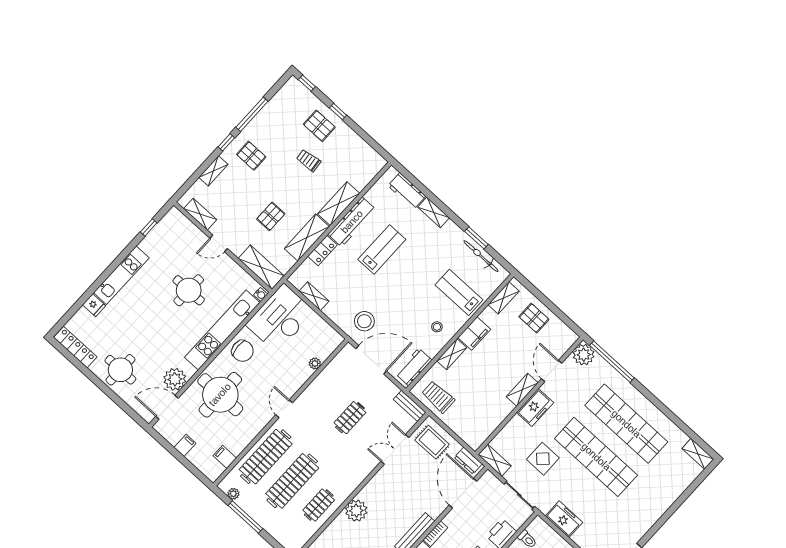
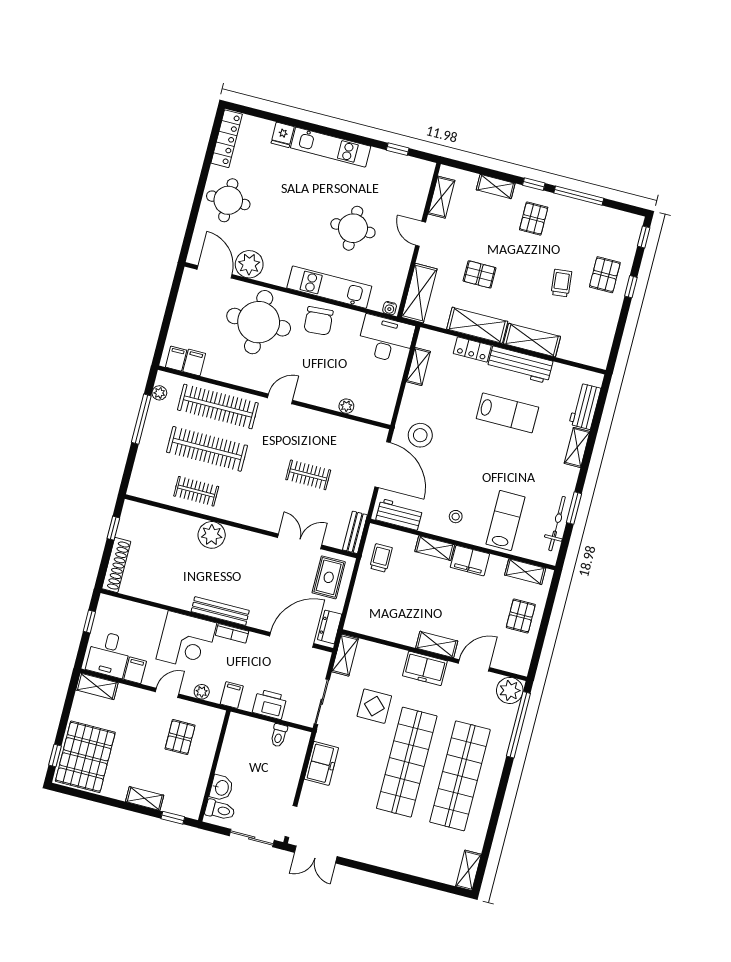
desk: (280, 318) -> (386, 339), width x0.73, depth x0.77
kitchen unit: (222, 330) -> (329, 287), width x0.73
trolley: (438, 397) -> (381, 558), width x0.73, depth x0.72
filing cabinet: (185, 445) -> (176, 359), moved, turned -90

